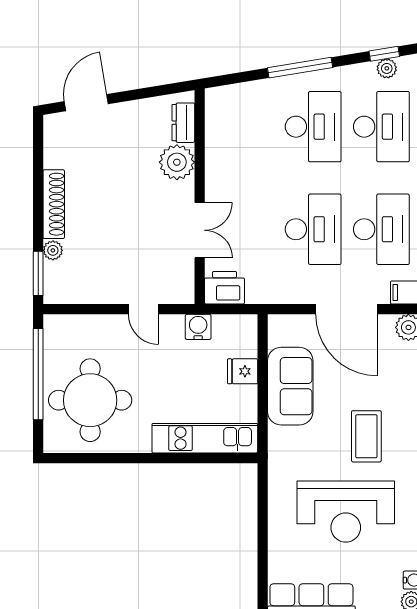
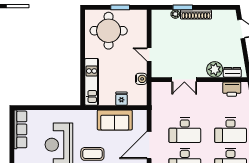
window: (38, 273) -> (183, 7), moved
printer: (224, 288) -> (232, 89), moved, turned 90
door: (143, 309) -> (149, 54), hinge flipped
window: (38, 374) -> (120, 7), width x0.47

